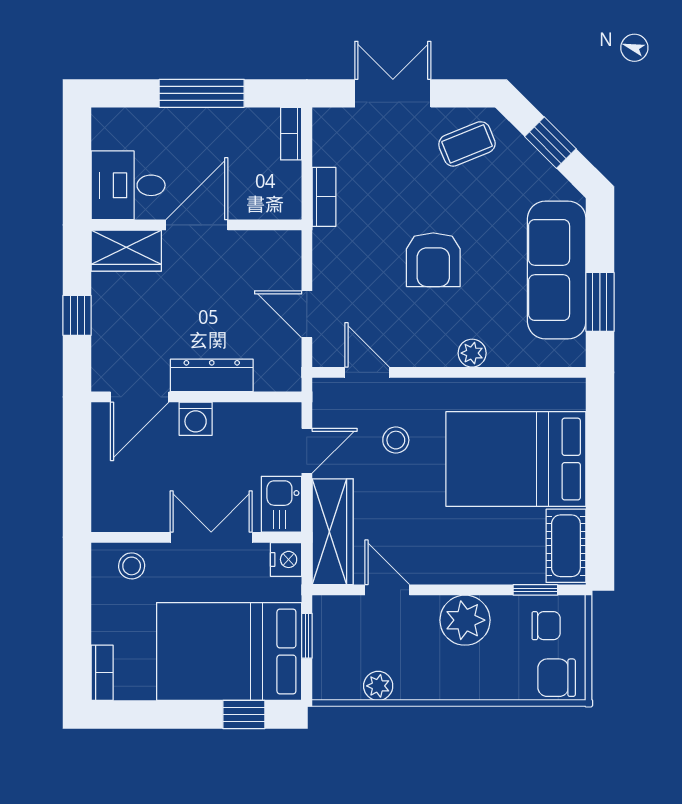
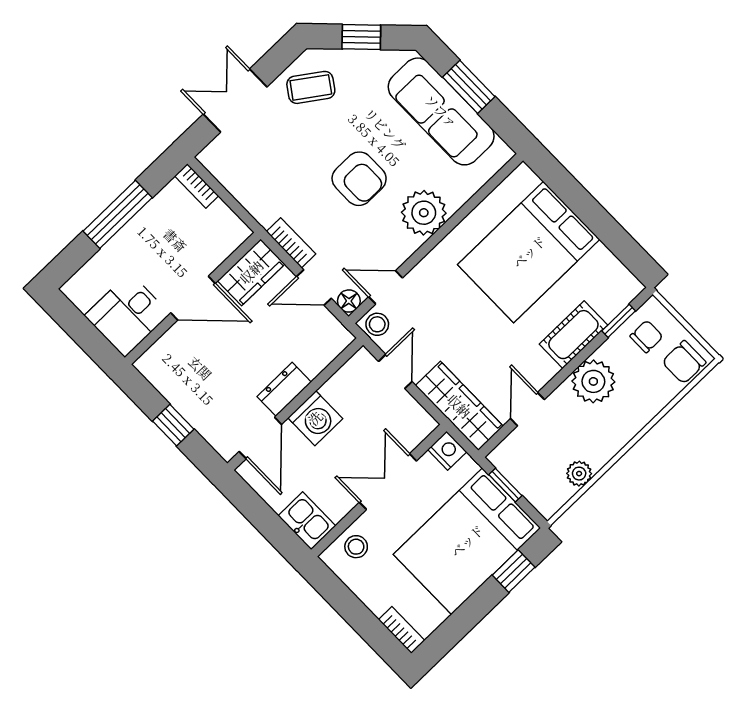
coffee table: (467, 144) -> (311, 87), turned 57
bookcase: (324, 197) -> (291, 243), moved
door: (197, 225) -> (193, 298), swing flipped
wardrobe: (126, 251) -> (251, 272), moved
window: (600, 302) -> (469, 87), moved
plant: (472, 353) -> (424, 213), width x1.87, depth x1.87
floor lamp: (325, 354) -> (349, 301), added
dresser: (212, 375) -> (284, 389), width x0.70
washing machine: (196, 419) -> (315, 418), width x1.38, depth x1.38
stool: (396, 440) -> (377, 324), moved
kitchen sink: (281, 504) -> (307, 521), moved, turned 180
cot: (566, 546) -> (573, 335), moved, turned 90
door: (387, 590) -> (528, 409), hinge flipped

